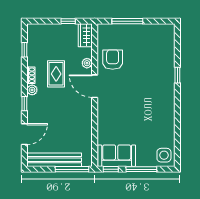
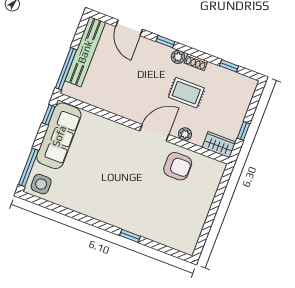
window: (127, 21) -> (217, 201), removed
sofa: (117, 156) -> (59, 136), width x1.36
window: (141, 169) -> (29, 167), moved

